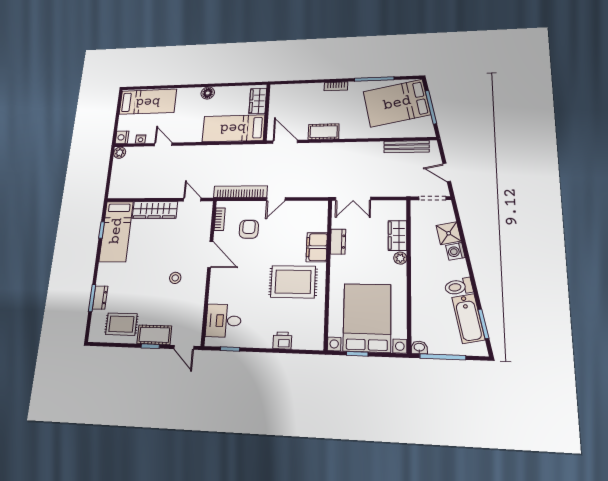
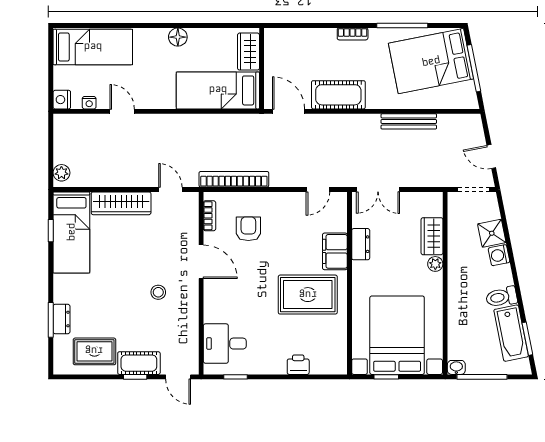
cot: (324, 132) -> (338, 95), width x1.37, depth x1.34
bench: (406, 147) -> (409, 121), moved
plant: (120, 153) -> (61, 173), moved
door: (276, 199) -> (318, 189), moved

